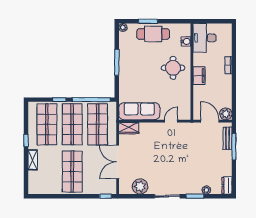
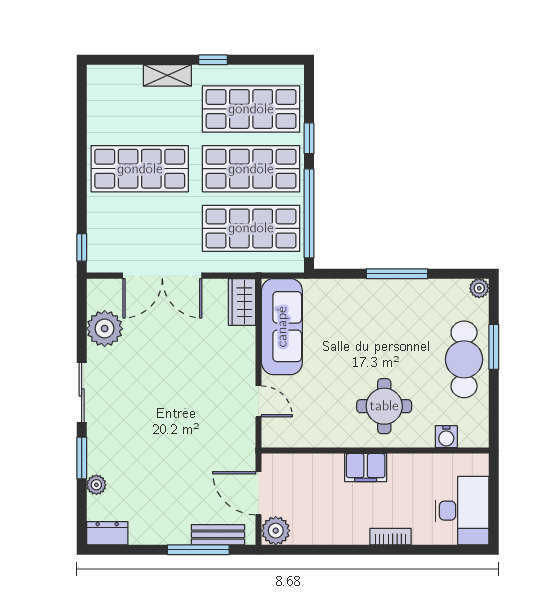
desk: (204, 38) -> (462, 511), moved, turned 90
door: (210, 121) -> (259, 493), swing flipped
double door: (118, 162) -> (162, 276), swing flipped

